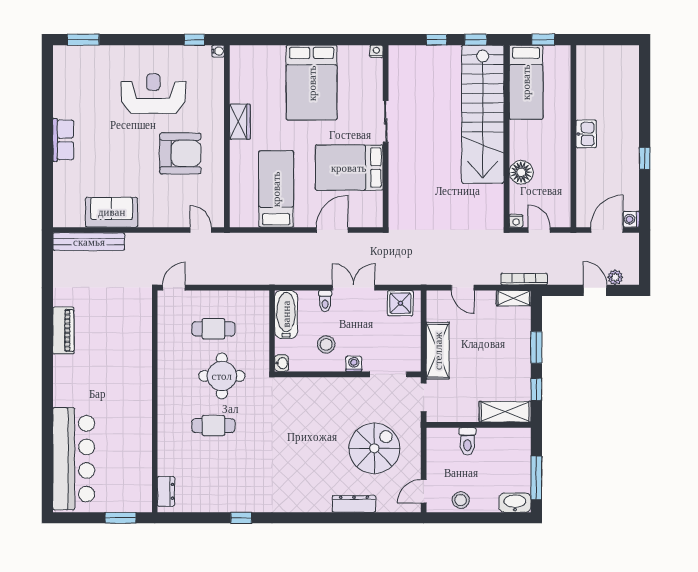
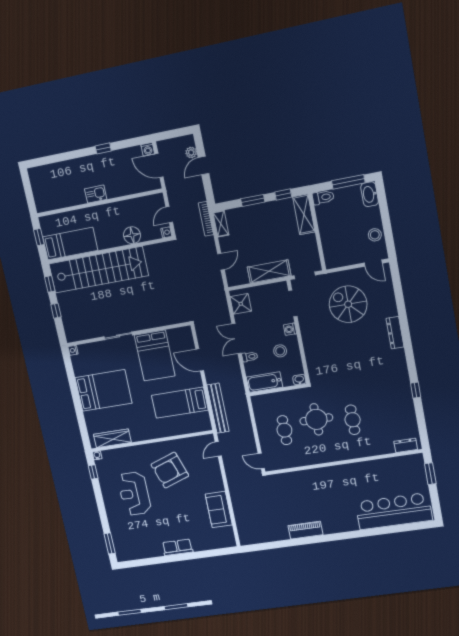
wardrobe: (240, 122) -> (112, 438), moved, width x1.50
armchair: (180, 153) -> (170, 470), turned -109
bench: (89, 242) -> (218, 408), moved
toilet: (467, 441) -> (323, 197), moved
dresser: (354, 504) -> (395, 333), moved

